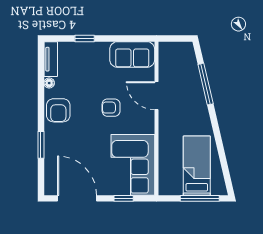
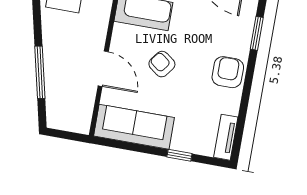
sofa: (132, 55) -> (134, 127), width x1.36
floor lamp: (49, 83) -> (233, 108), removed
armchair: (111, 108) -> (162, 64), turned -143

